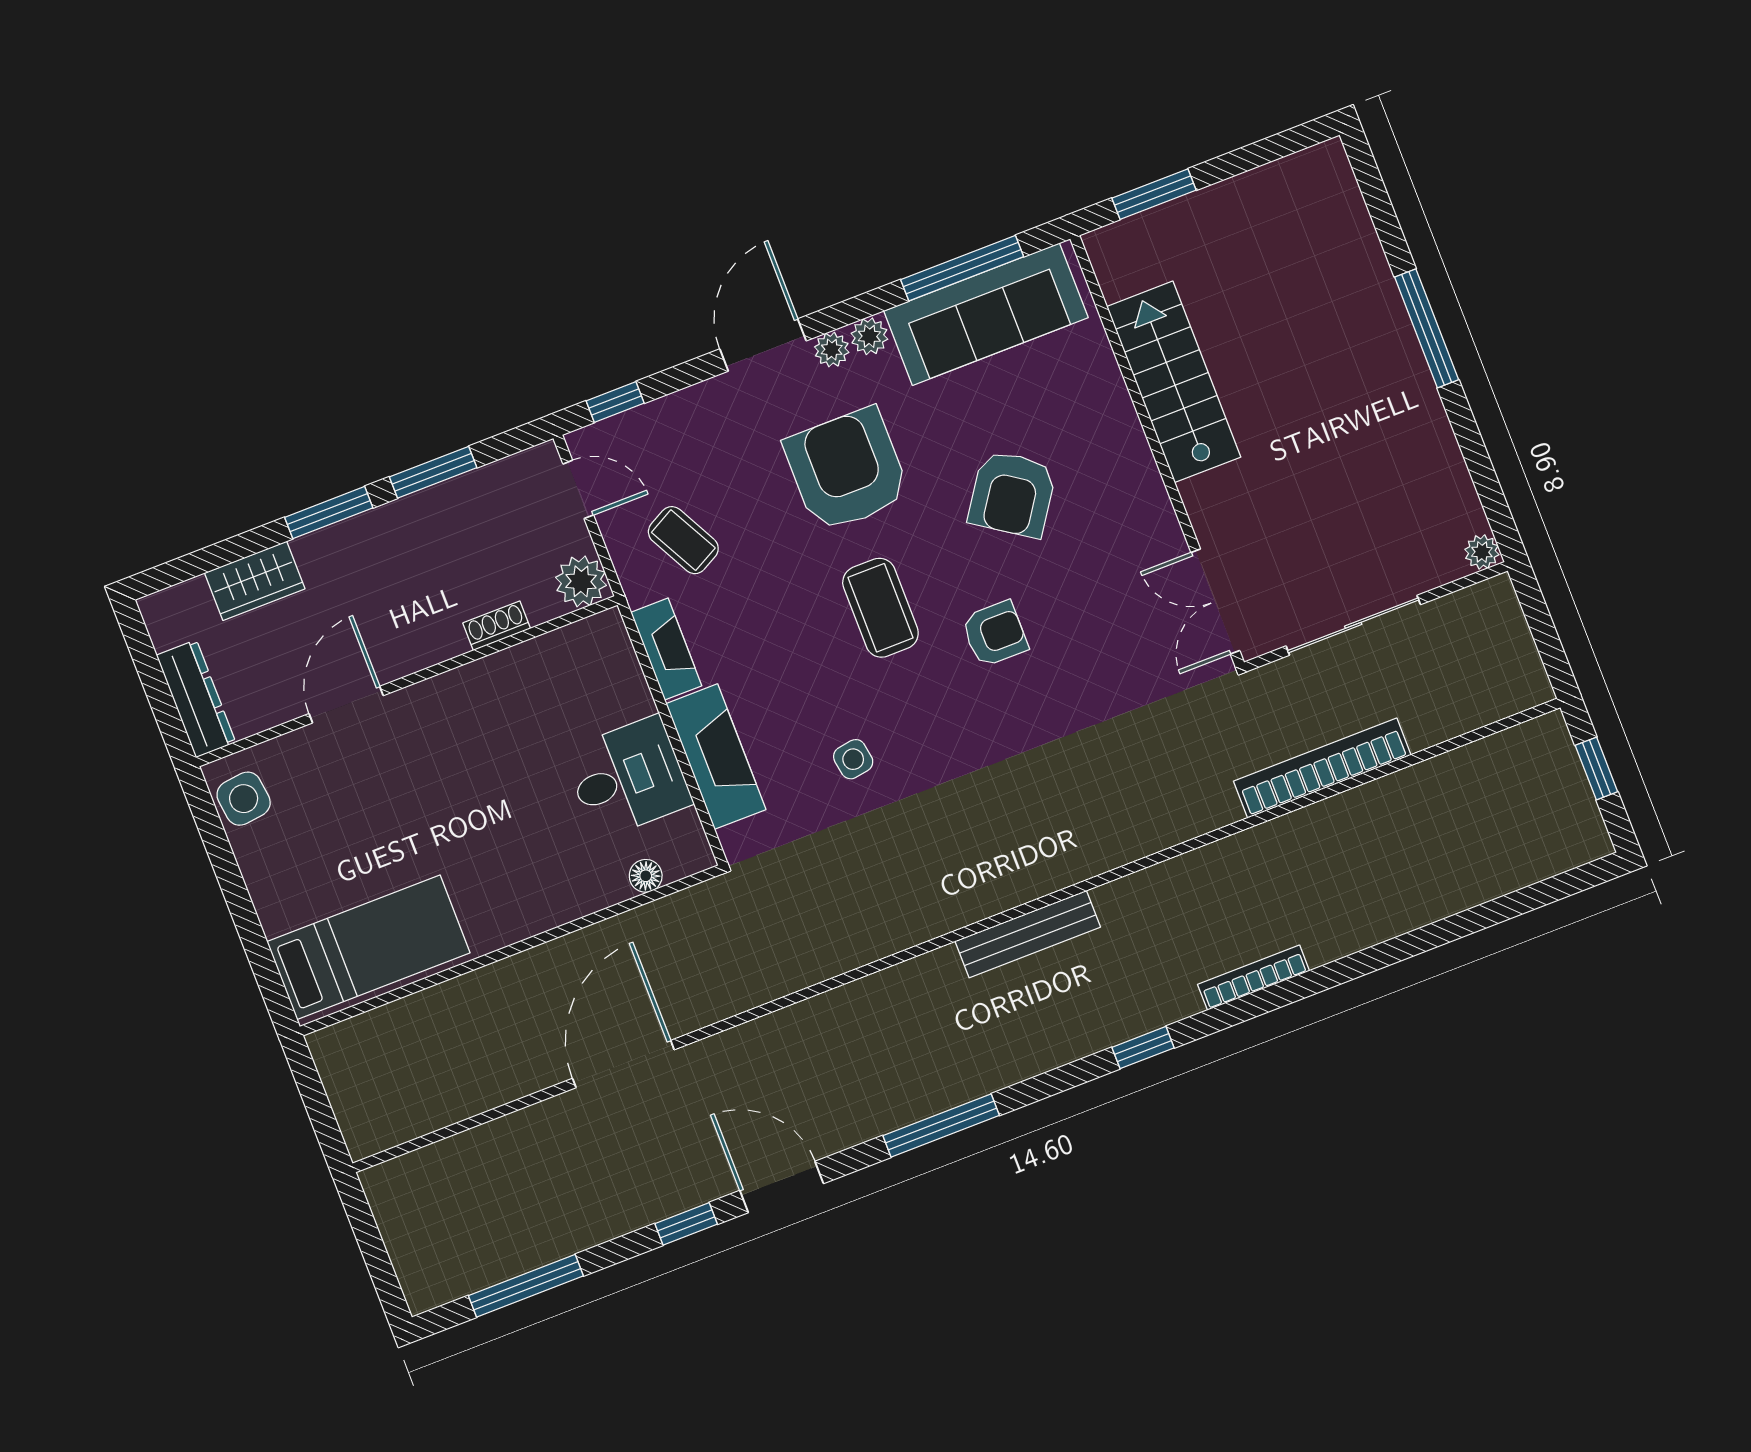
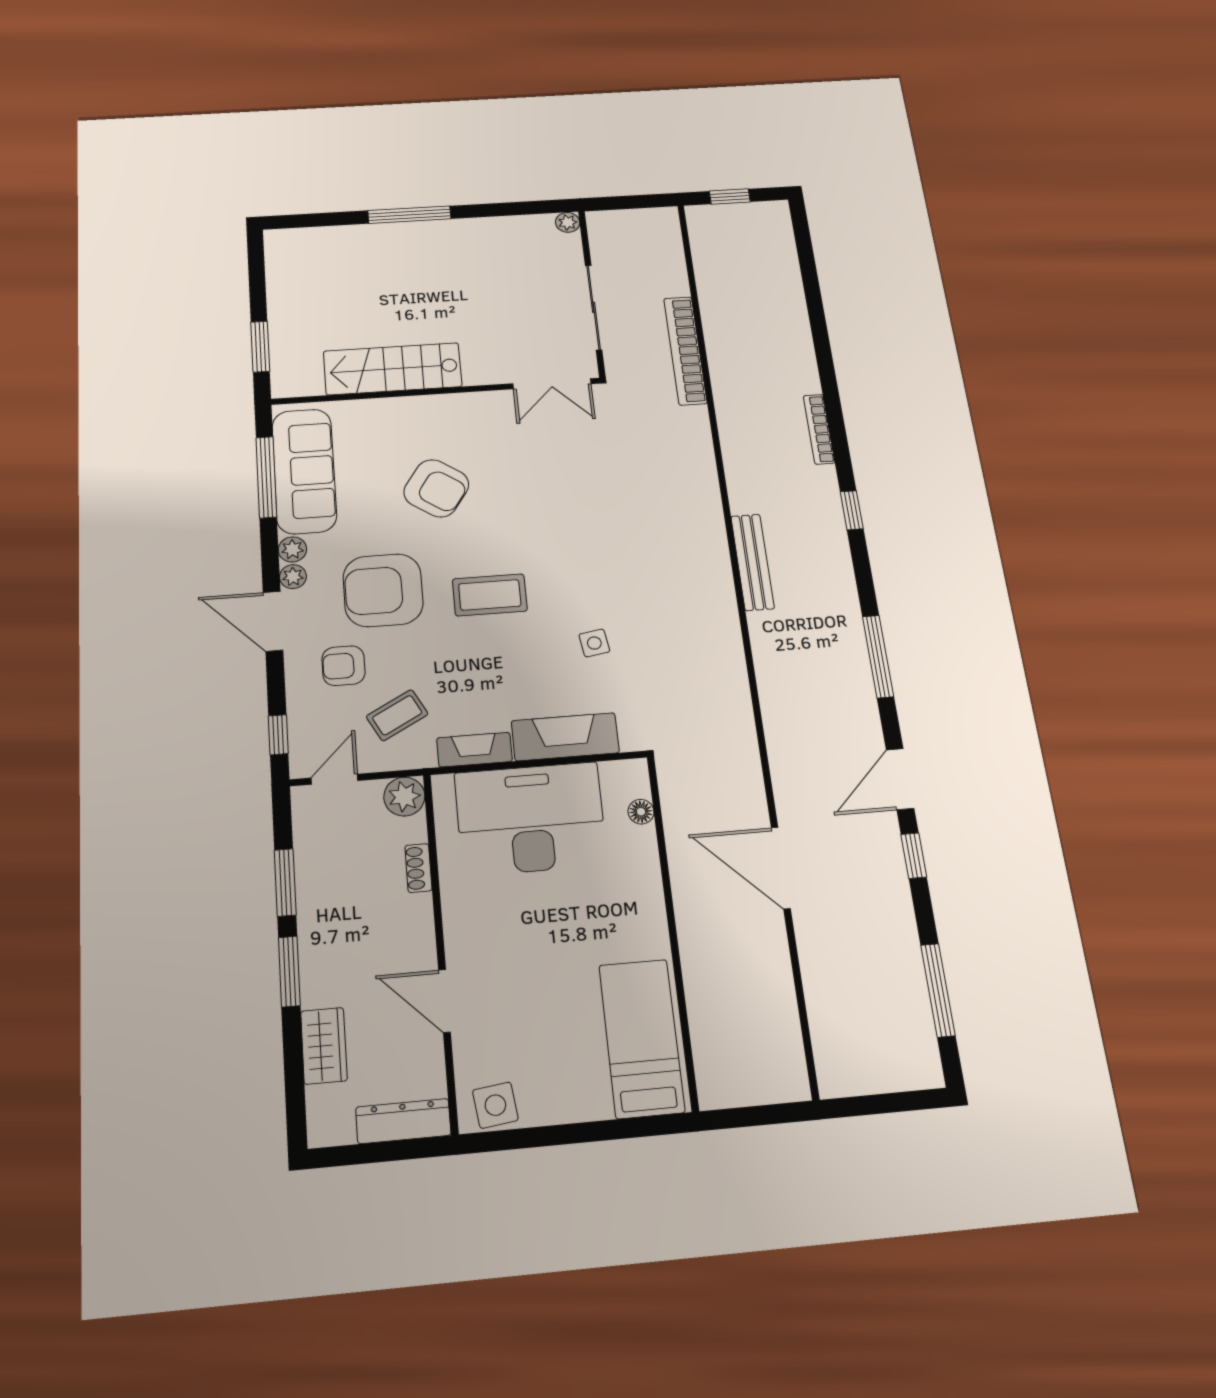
armchair: (995, 634) -> (343, 666), moved, turned -90
desk: (628, 777) -> (531, 819), width x1.87, depth x1.30

